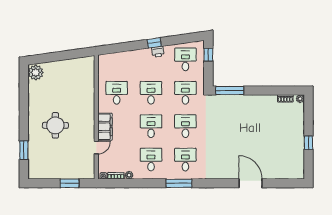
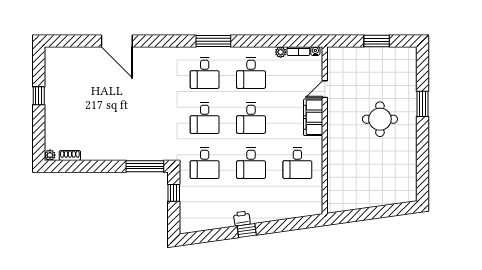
window: (208, 55) -> (174, 193), moved
desk: (185, 59) -> (205, 208), removed
plant: (36, 72) -> (407, 190), removed
window: (24, 150) -> (422, 104), moved
window: (70, 183) -> (377, 41), moved

